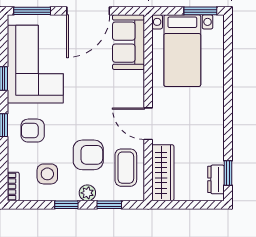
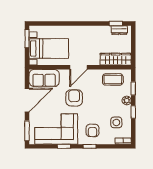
door: (88, 11) -> (27, 100), hinge flipped
door: (148, 124) -> (78, 67), moved
armchair: (88, 155) -> (74, 98), moved

